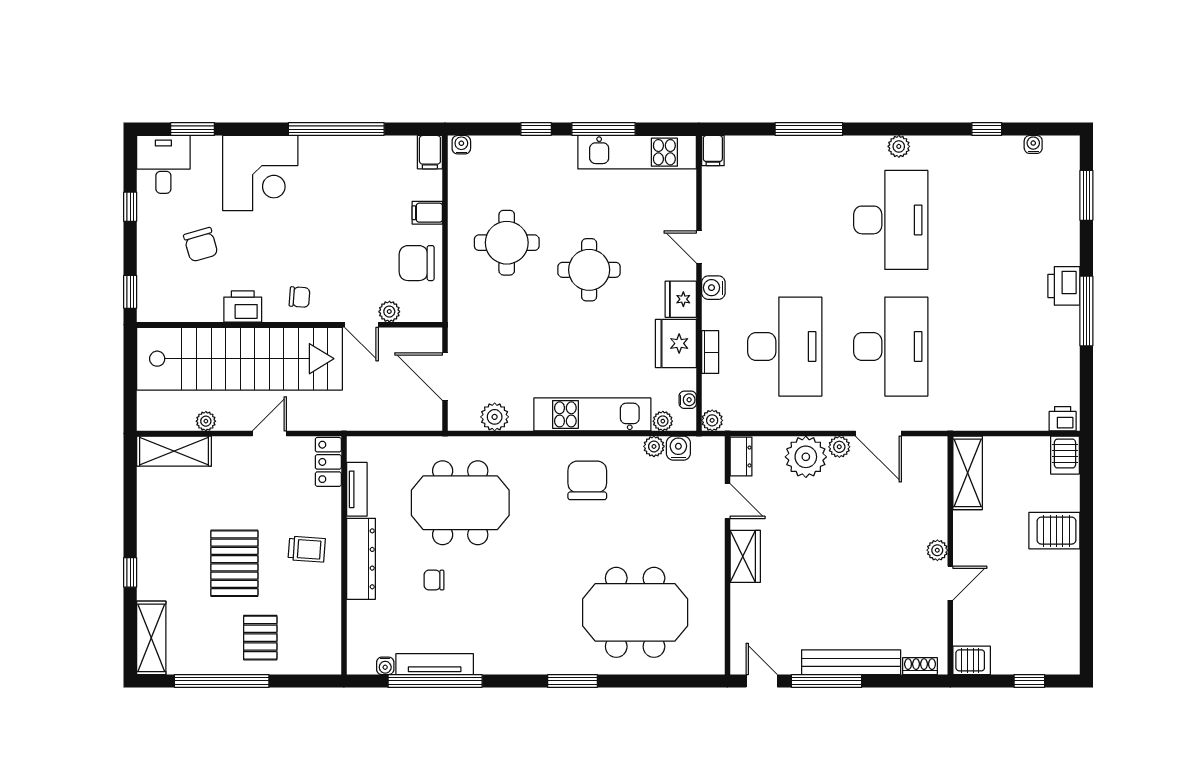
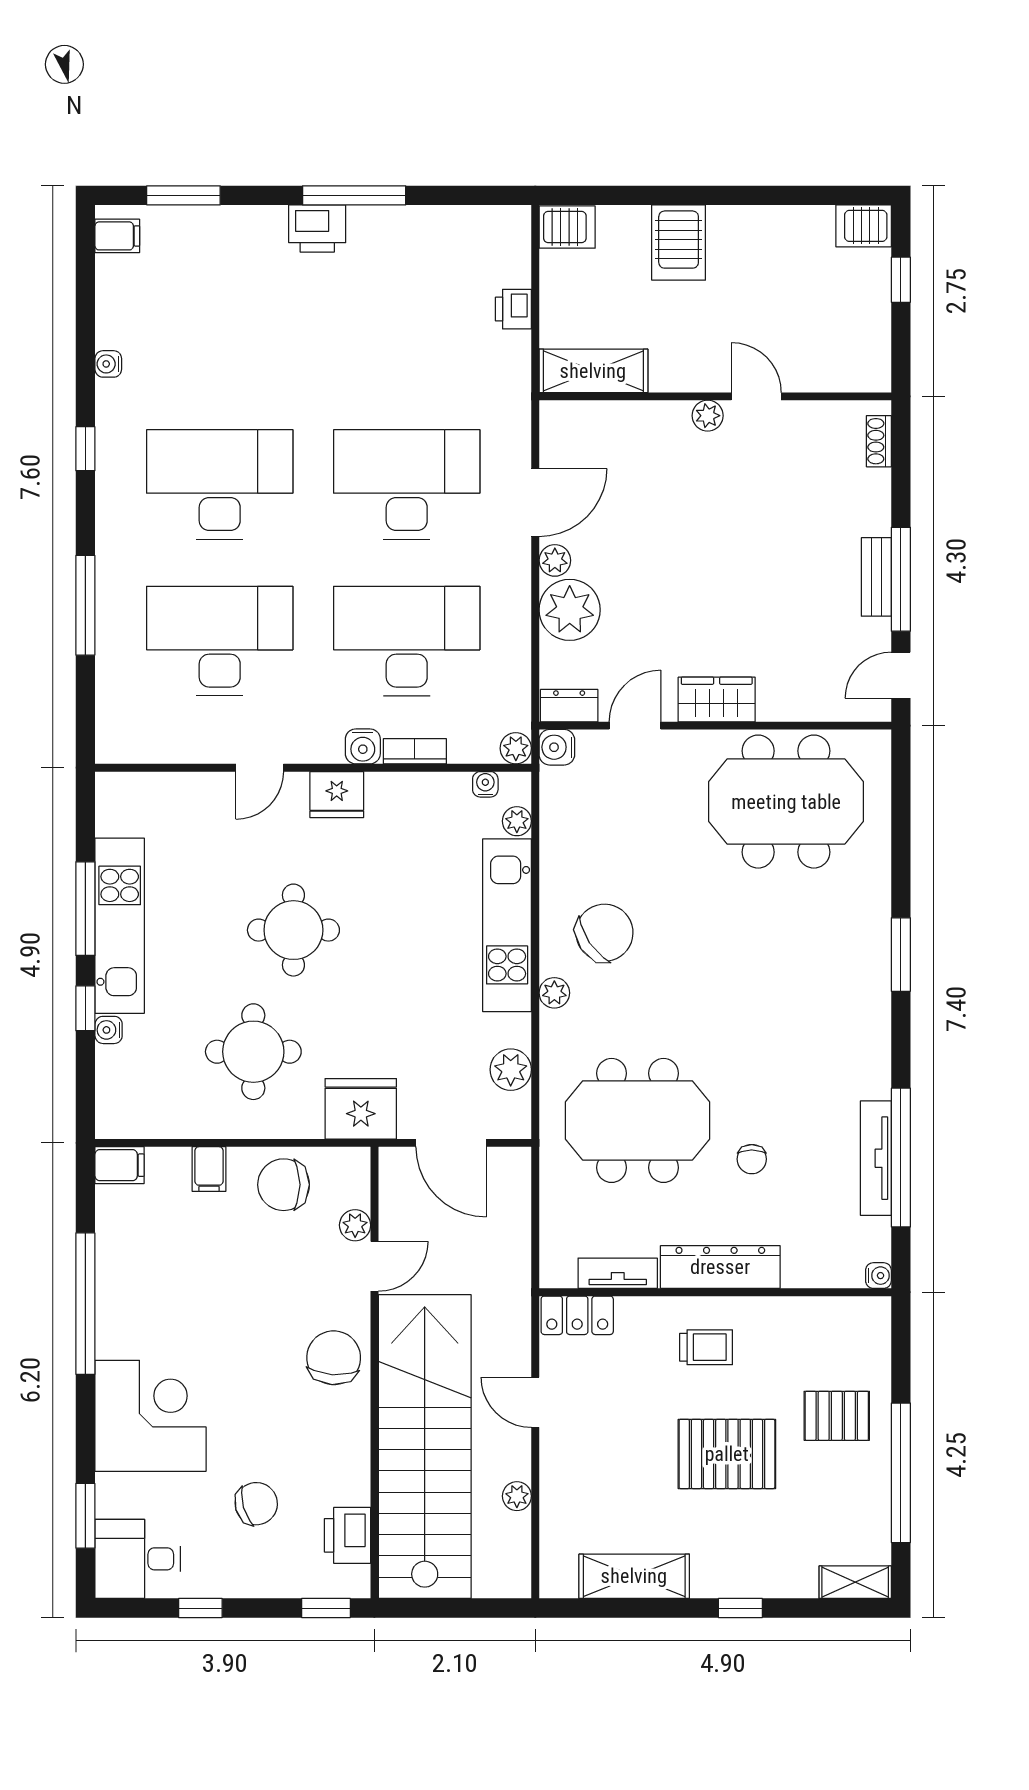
window: (987, 129) -> (85, 449), moved
water cooler: (1033, 144) -> (108, 364), moved
water cooler: (461, 145) -> (109, 1030), moved
plant: (899, 146) -> (111, 473), removed
filing cabinet: (713, 151) -> (117, 236), moved
kitchen unit: (637, 152) -> (120, 926), moved
desk: (785, 220) -> (220, 641), added
chair: (417, 263) -> (284, 1185), turned 90
water cooler: (713, 288) -> (363, 746), moved
chair: (300, 297) -> (334, 1358), width x1.87, depth x1.87
printer: (243, 306) -> (348, 1535), moved
fridge: (676, 343) -> (361, 1109), moved, turned 180
door: (445, 377) -> (451, 1143), hinge flipped
printer: (1063, 419) -> (513, 309), moved
plant: (654, 446) -> (554, 993), moved
water cooler: (678, 448) -> (557, 747), moved
shelving: (174, 451) -> (634, 1576), moved, turned 90
chair: (587, 480) -> (604, 933), turned 146
meeting table: (460, 503) -> (638, 1120), turned 90
trolley: (307, 549) -> (706, 1347), turned 86
meeting table: (635, 612) -> (786, 802), moved, turned 90
shelving: (151, 638) -> (855, 1582), width x0.67, depth x0.75
server rack: (972, 660) -> (864, 226), moved, turned -90
bench: (851, 662) -> (876, 577), width x0.54, depth x0.82
water cooler: (385, 666) -> (878, 1276), moved

